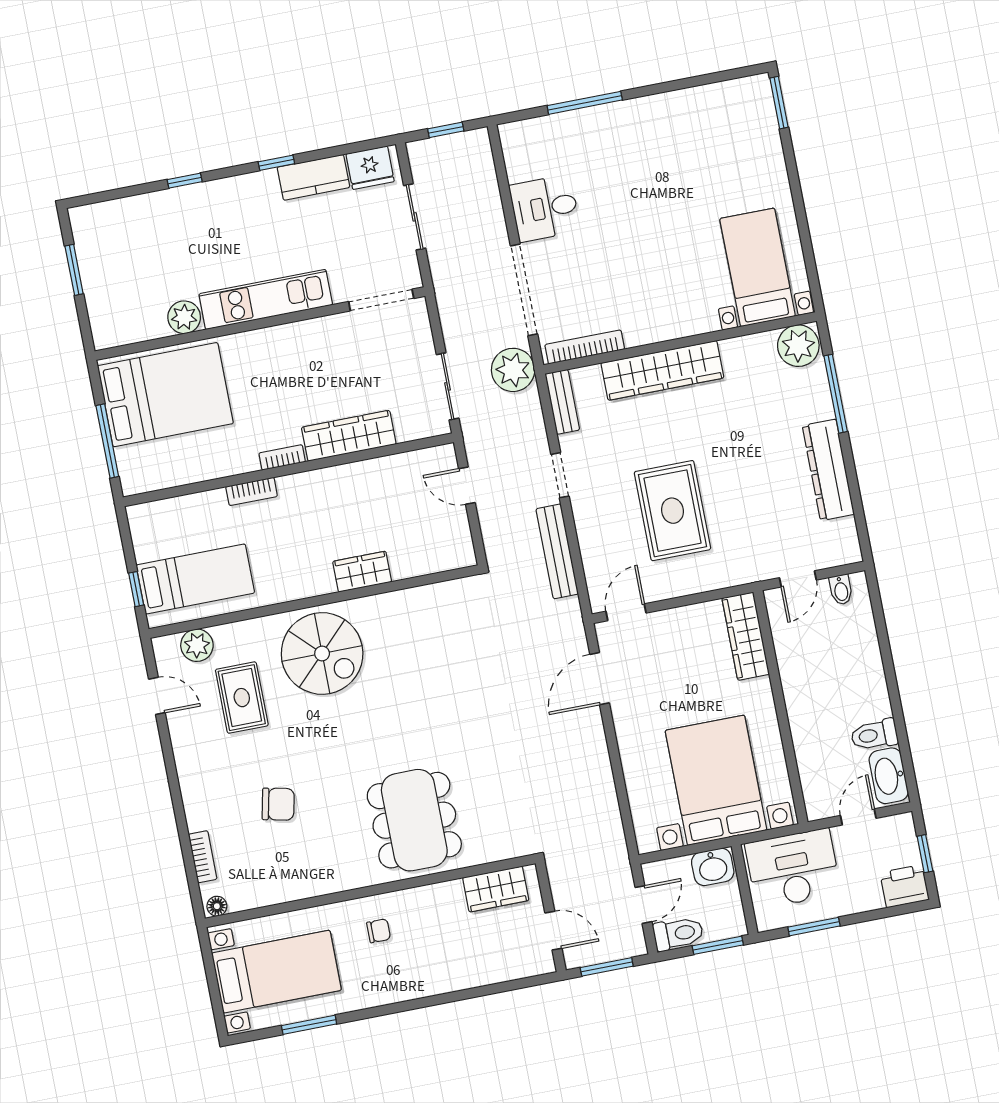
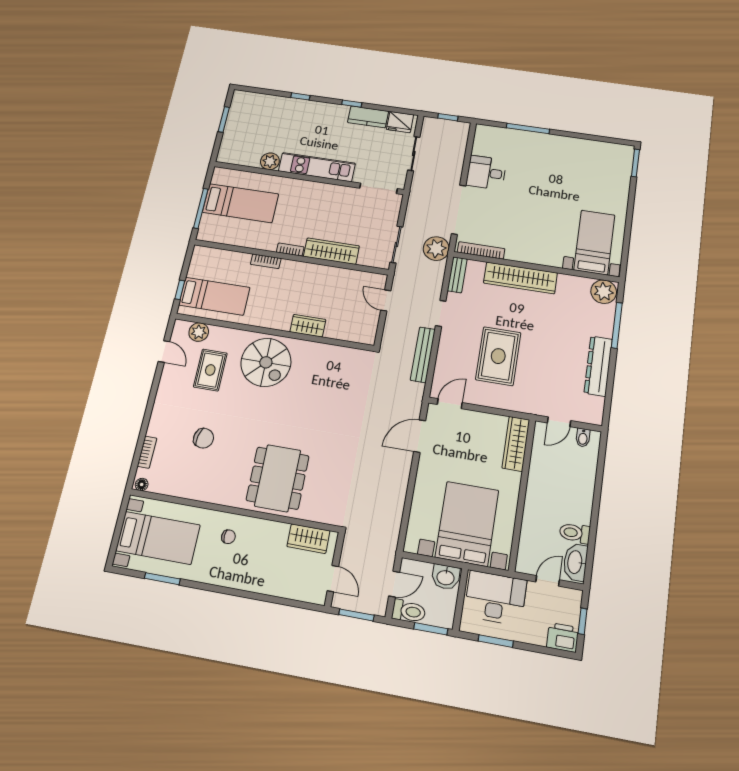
bed: (165, 395) -> (240, 203), width x0.67

